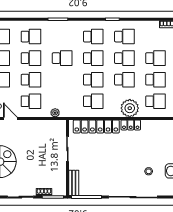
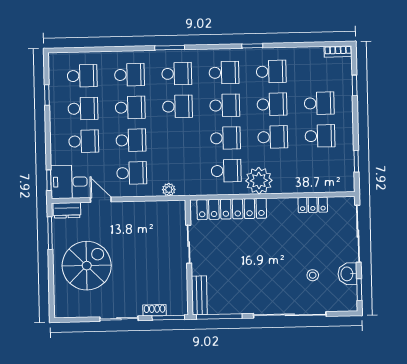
school desk: (156, 101) -> (177, 74), moved
plant: (130, 108) -> (259, 181), moved
locker: (131, 125) -> (313, 205), moved

